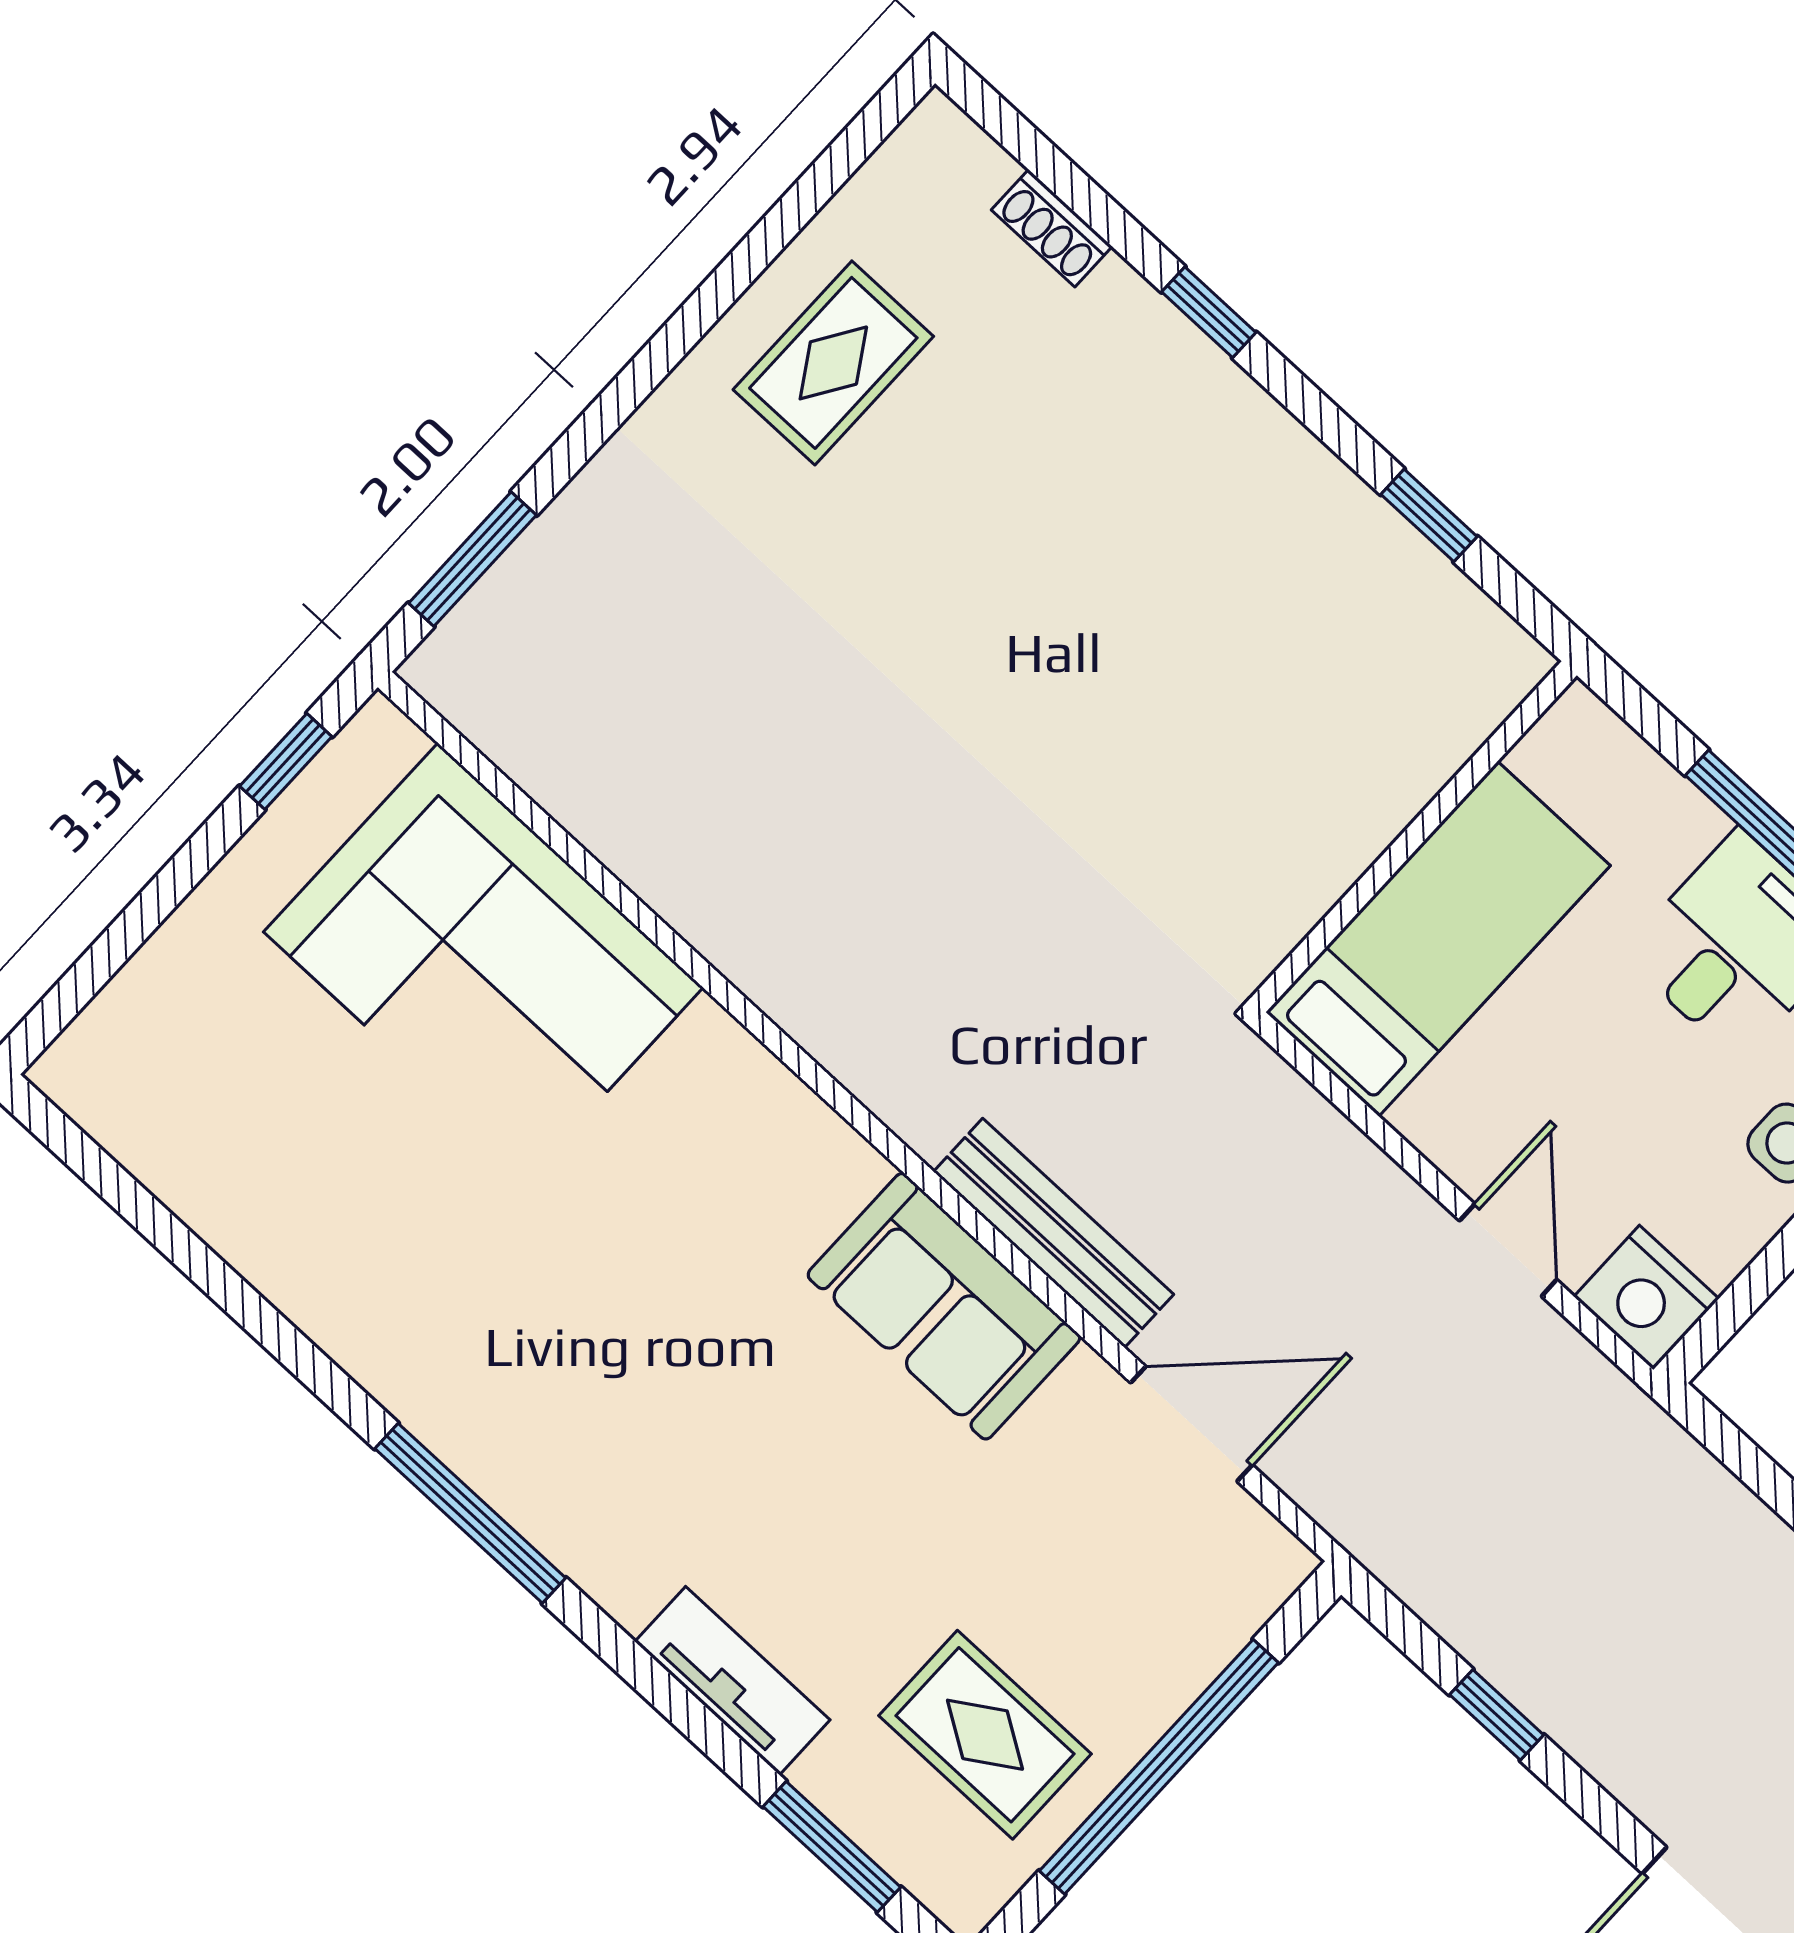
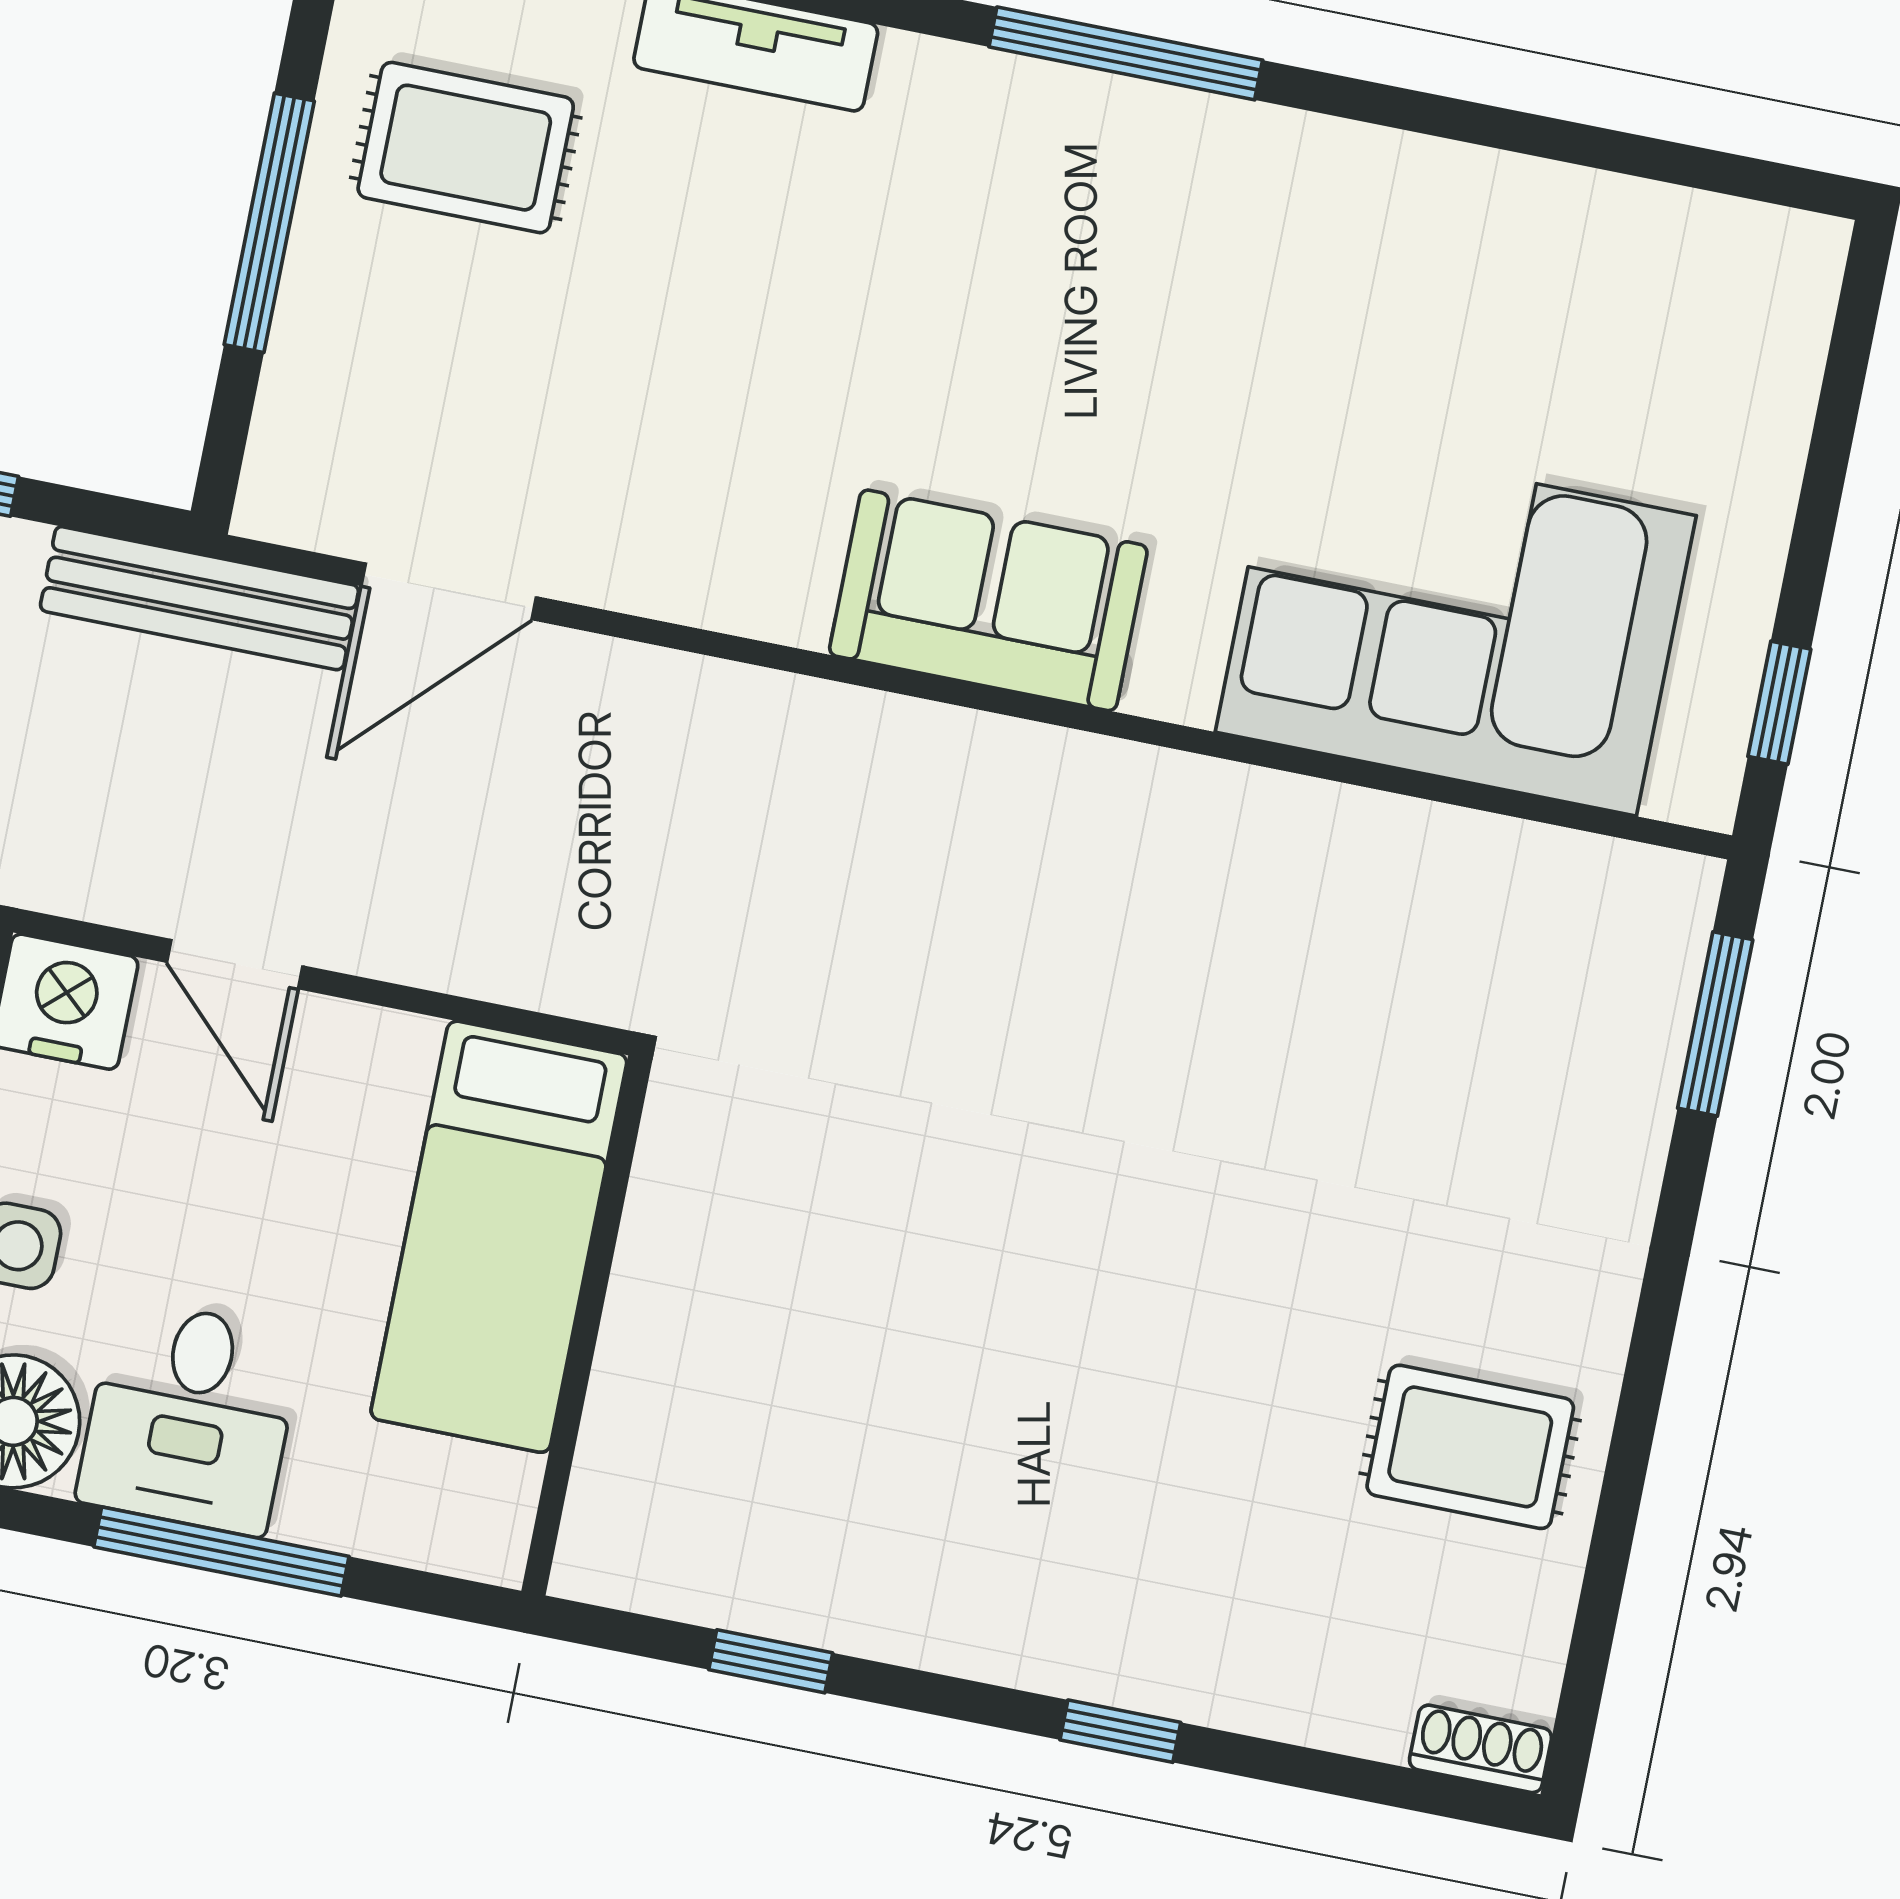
shoe rack: (1052, 228) -> (1480, 1749), moved
rug: (833, 363) -> (1470, 1447), turned 90
bench: (1054, 1233) -> (199, 598), moved
sofa: (944, 1306) -> (988, 600), moved
window: (1159, 1767) -> (269, 223), width x0.68

